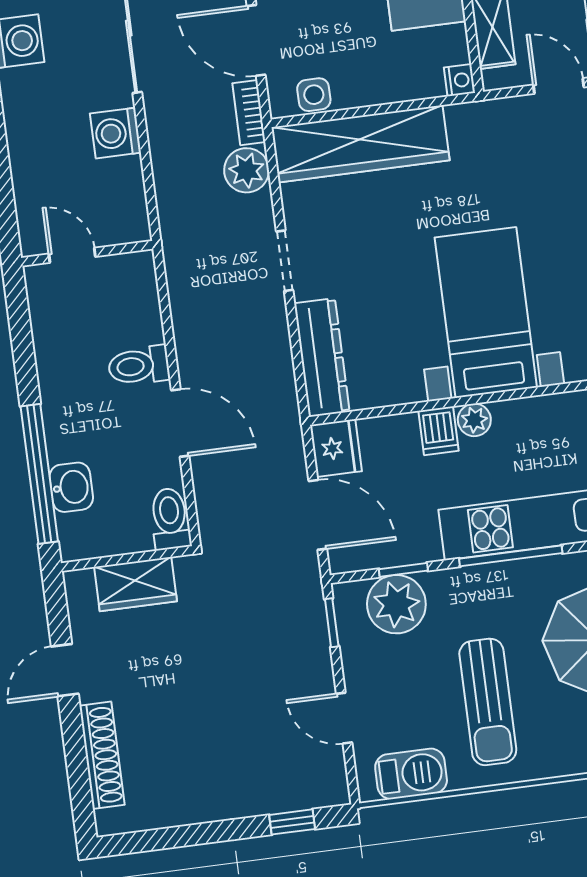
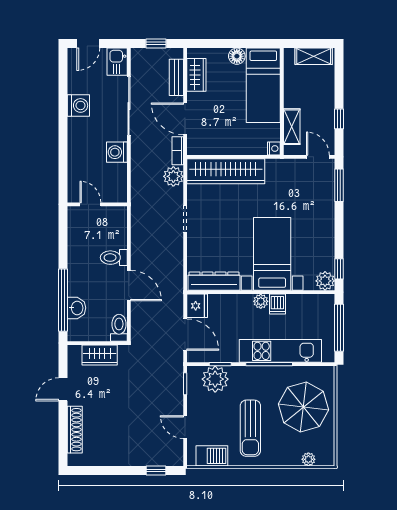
side table: (314, 95) -> (208, 147), removed
dresser: (322, 357) -> (214, 281), moved, turned -90
dishwasher: (438, 431) -> (277, 304), moved

